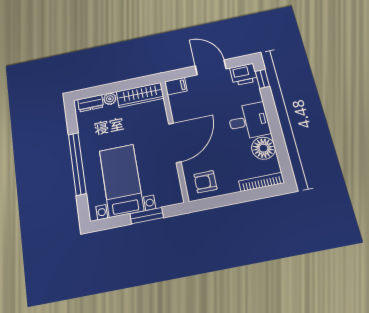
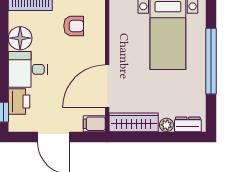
printer: (244, 74) -> (19, 101), moved, turned 90
door: (175, 143) -> (107, 86), moved
armchair: (205, 182) -> (74, 26), moved

